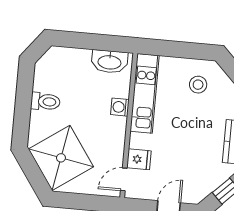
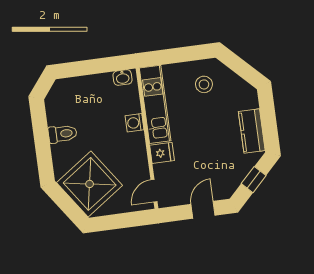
washbasin: (110, 62) -> (123, 78), width x0.52, depth x0.69
fridge: (139, 159) -> (162, 153), moved

